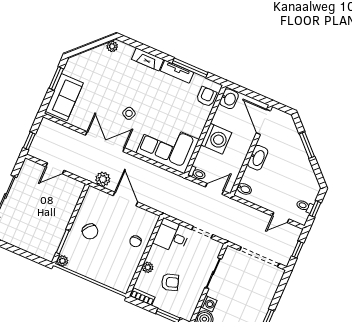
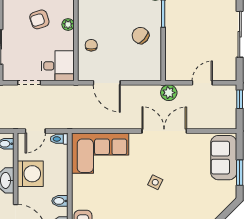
side table: (129, 113) -> (155, 182), moved
bidet: (219, 120) -> (60, 201), added
washing machine: (216, 139) -> (30, 174), moved, turned 180
double door: (105, 142) -> (164, 131), swing flipped
plant: (103, 179) -> (169, 93), moved
door: (125, 199) -> (107, 83), moved

